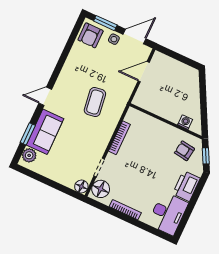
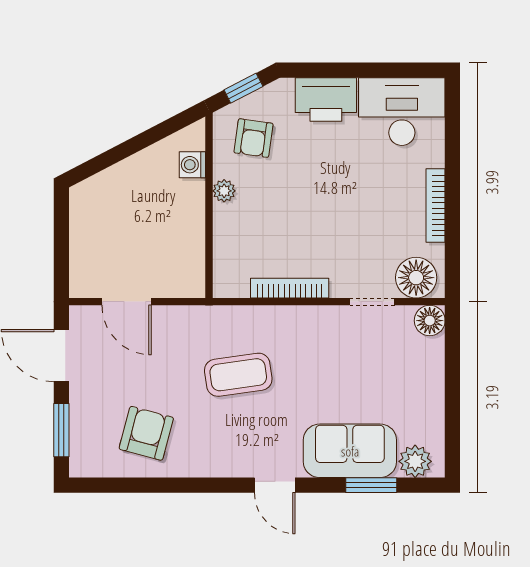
armchair: (91, 35) -> (146, 433), moved, turned -75
side table: (114, 39) -> (87, 396), removed
plant: (169, 130) -> (224, 191), added

